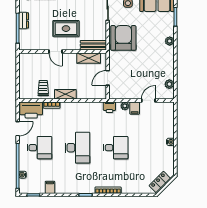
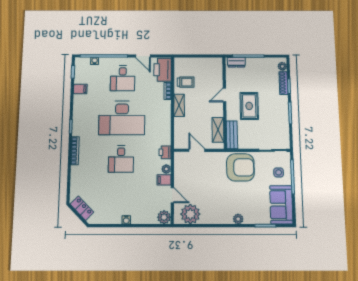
dresser: (24, 20) -> (236, 62), moved
plant: (169, 84) -> (190, 214), width x1.88, depth x1.88
plant: (168, 108) -> (164, 217), added
desk: (77, 148) -> (122, 118), width x1.36, depth x1.30

